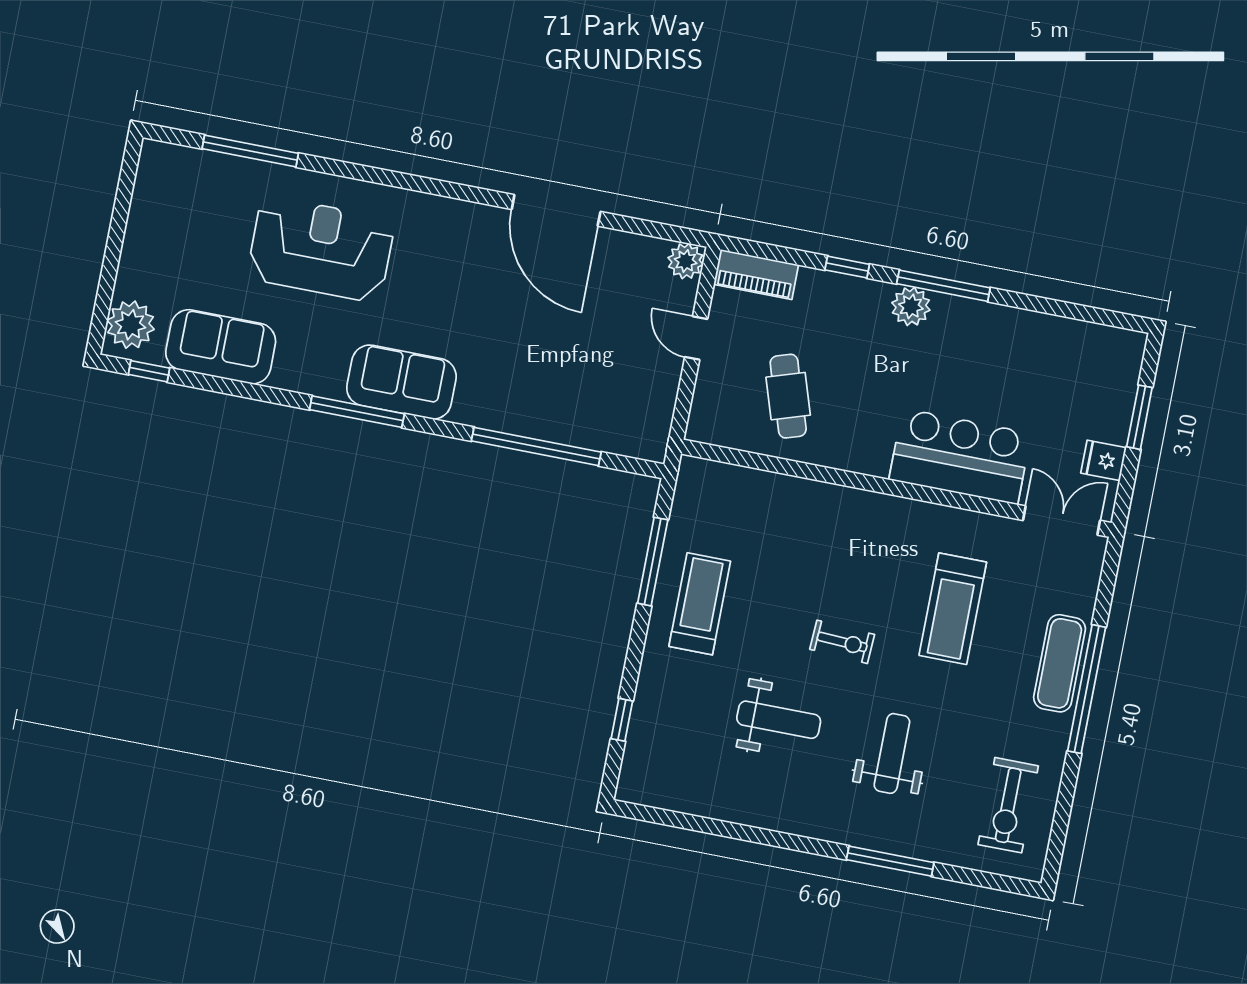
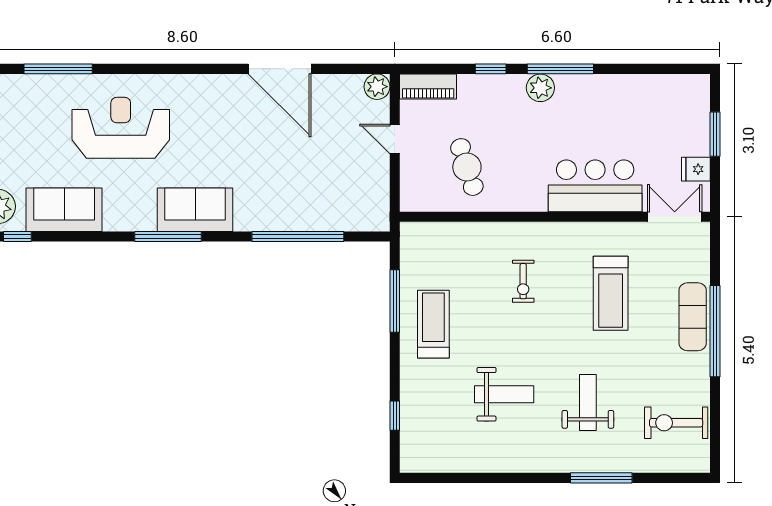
exercise bike: (842, 642) -> (523, 281), moved, turned 87
exercise bike: (1008, 805) -> (676, 423), turned 90

